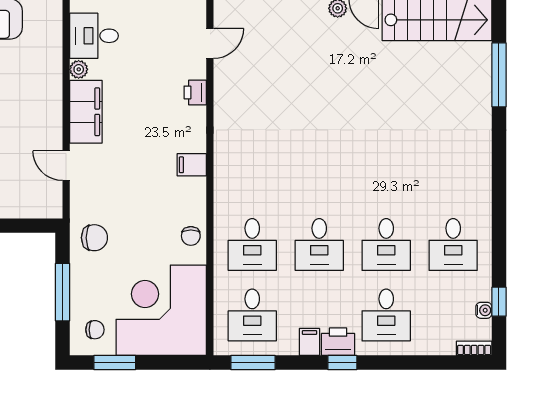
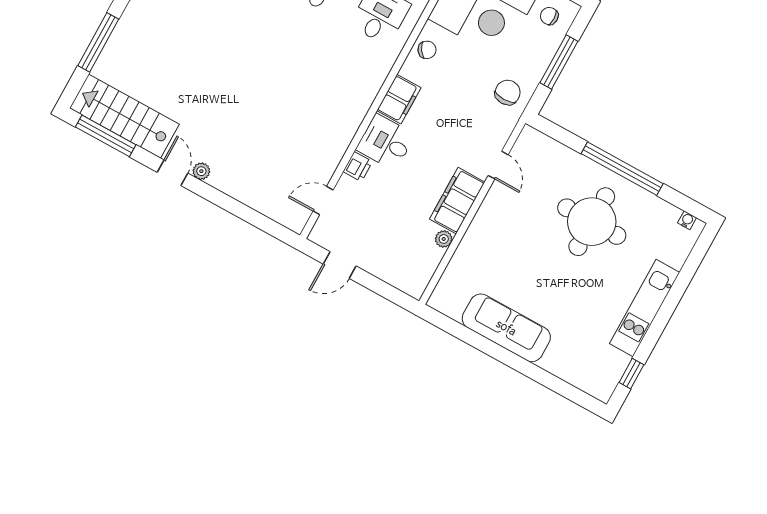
desk: (94, 36) -> (386, 142), moved, turned 180
filing cabinet: (192, 165) -> (399, 99), width x2.00
chair: (191, 236) -> (427, 50), turned 56
chair: (94, 238) -> (508, 92), turned 90

